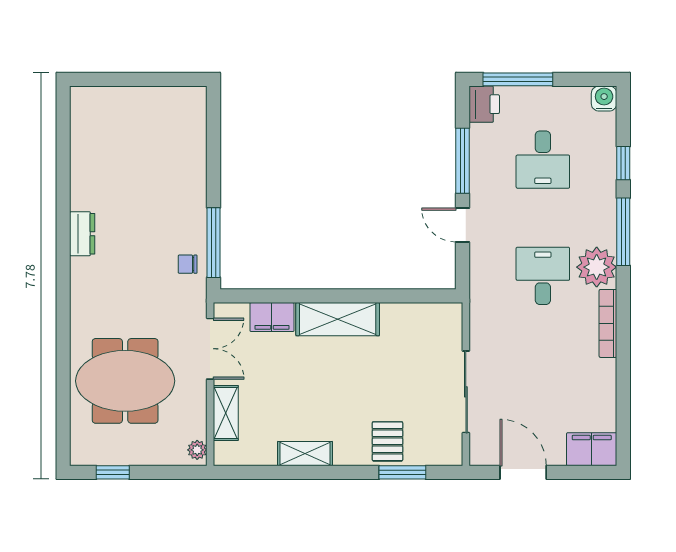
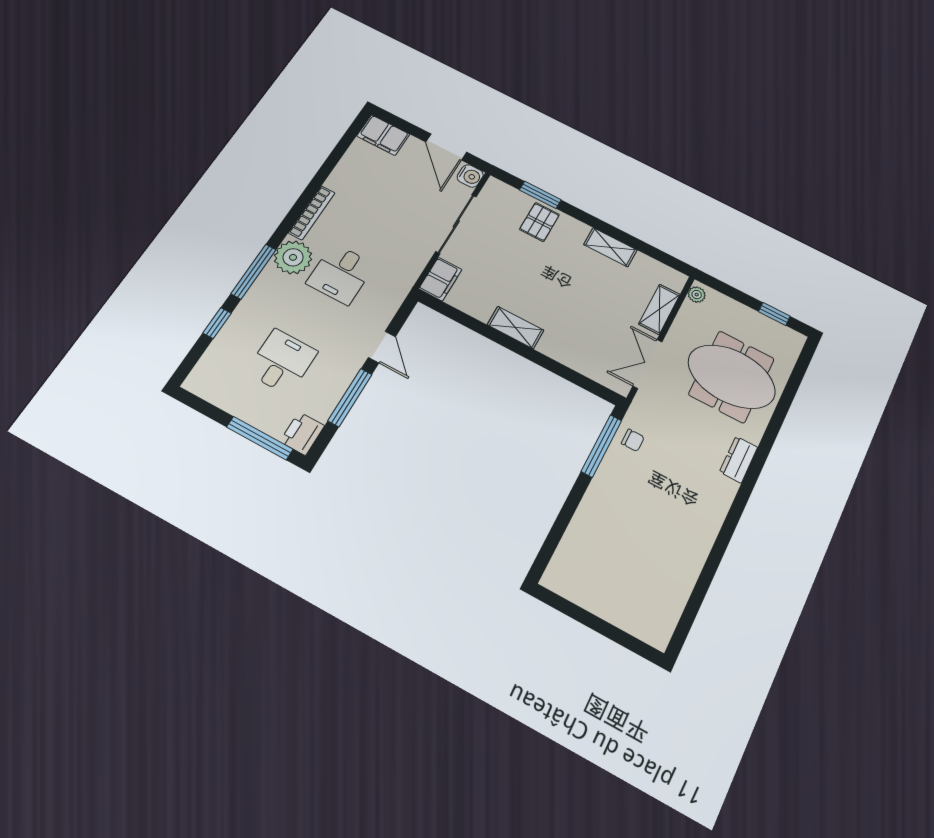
water cooler: (604, 99) -> (470, 176), moved, turned -90
dresser: (82, 234) -> (739, 460), moved
filing cabinet: (272, 317) -> (440, 279), moved, turned 90
shelving: (338, 319) -> (515, 328), width x0.67, depth x0.75

